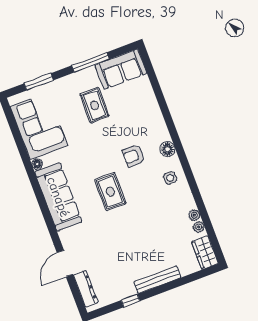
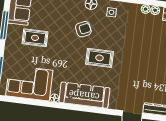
armchair: (134, 156) -> (83, 29), turned -115

